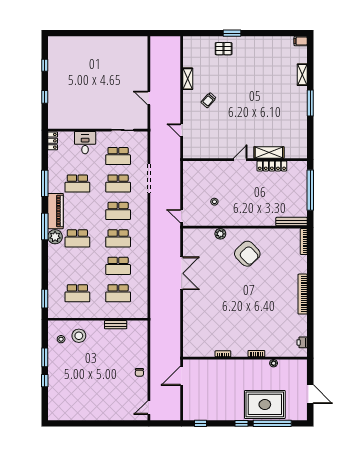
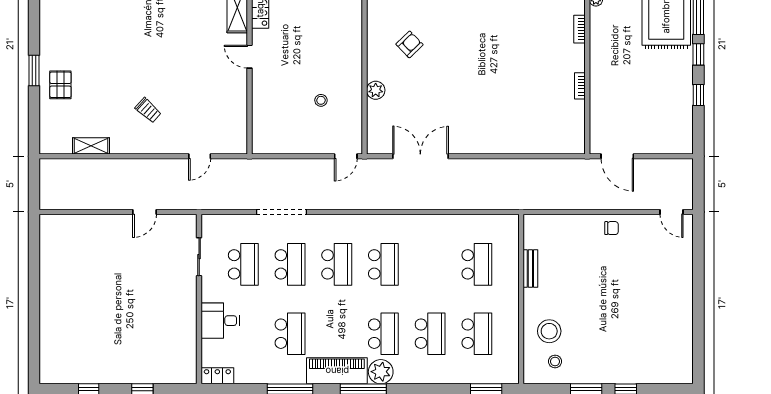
shelving: (188, 79) -> (91, 146), moved
armchair: (247, 254) -> (409, 44), width x0.53, depth x0.53
school desk: (118, 266) -> (430, 334), moved
double door: (182, 273) -> (420, 156), moved
window: (200, 423) -> (698, 95), moved

